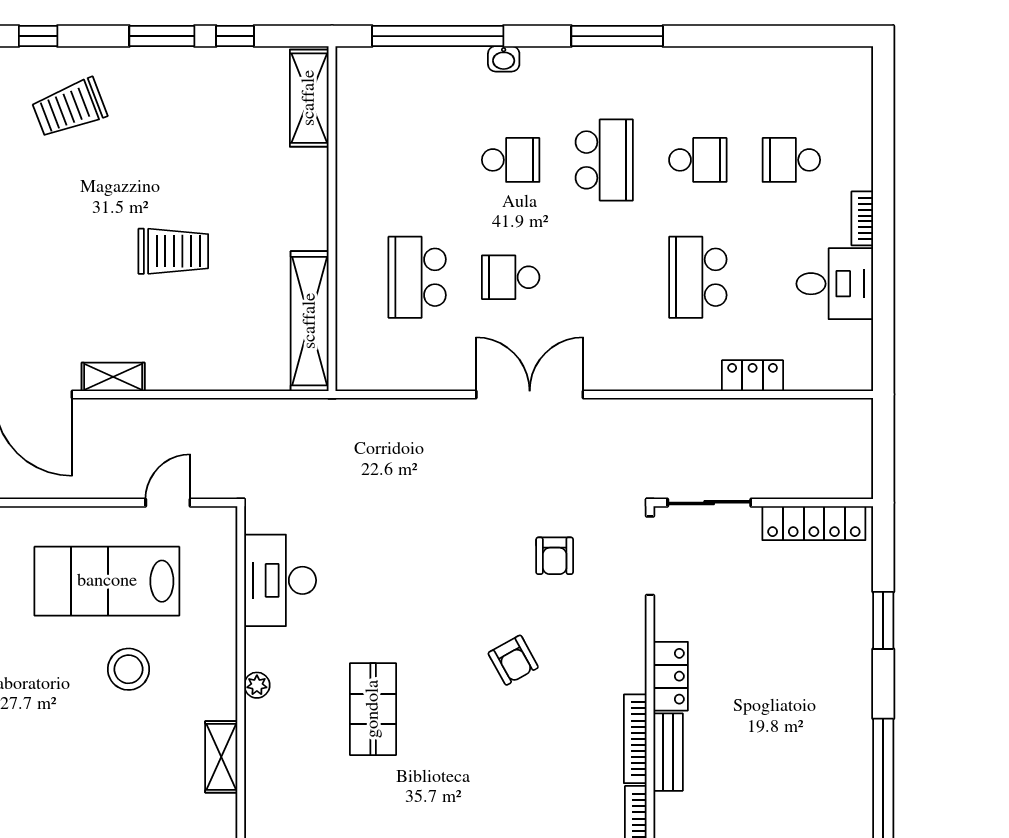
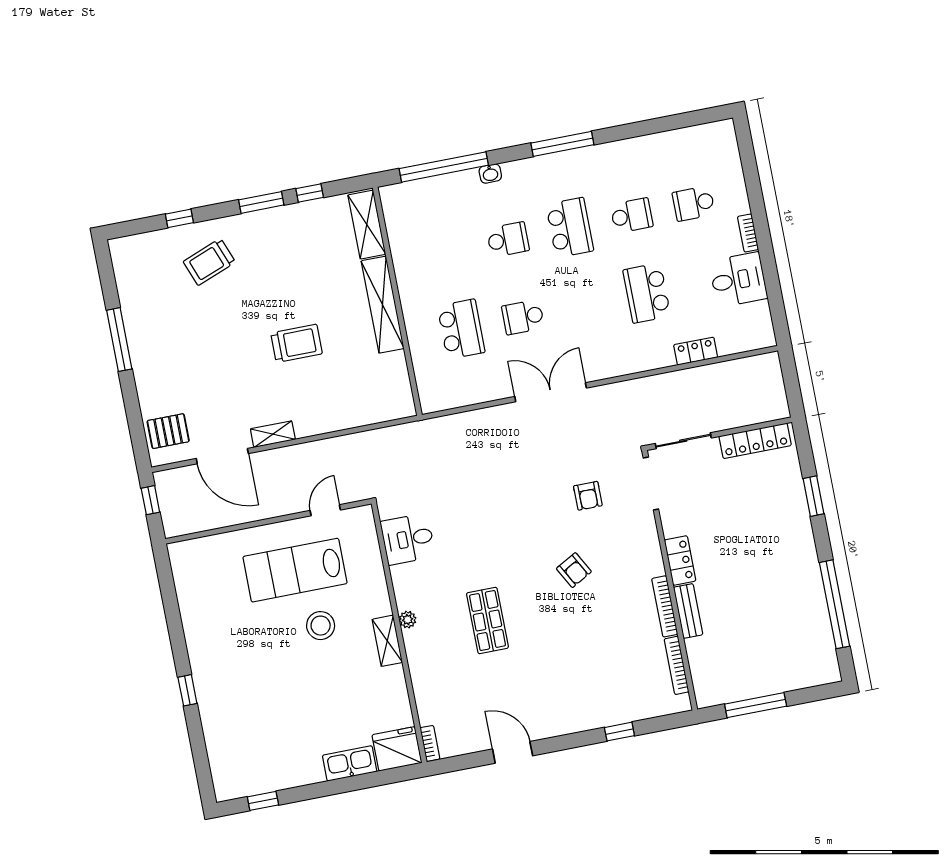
school desk: (417, 277) -> (461, 329), turned 180
shelving: (310, 321) -> (383, 305), moved
desk: (280, 580) -> (408, 539), width x0.73
shelving: (221, 757) -> (387, 641), moved

